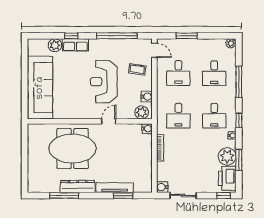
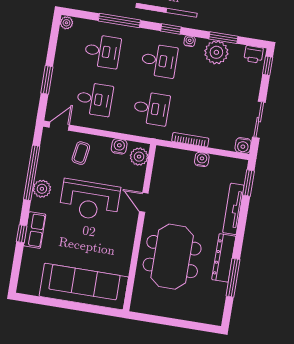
plant: (55, 45) -> (42, 189), moved
water cooler: (147, 129) -> (202, 159), moved
printer: (227, 178) -> (254, 54), width x0.53, depth x0.68
window: (123, 196) -> (248, 183), moved

